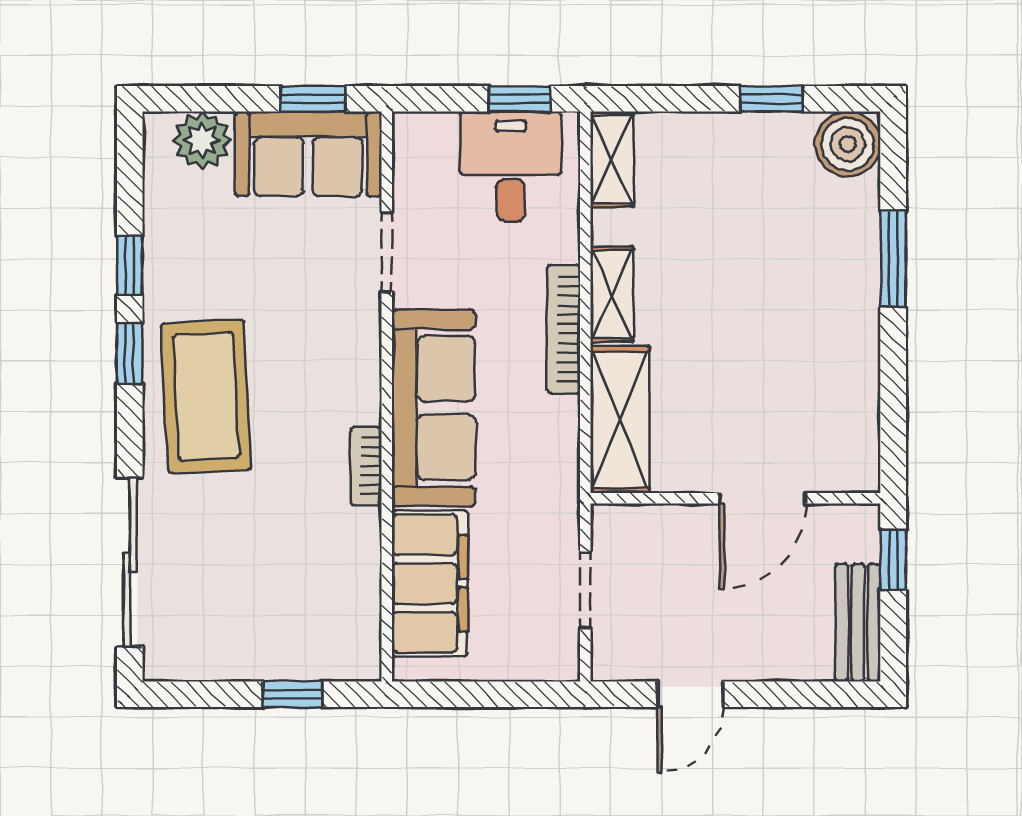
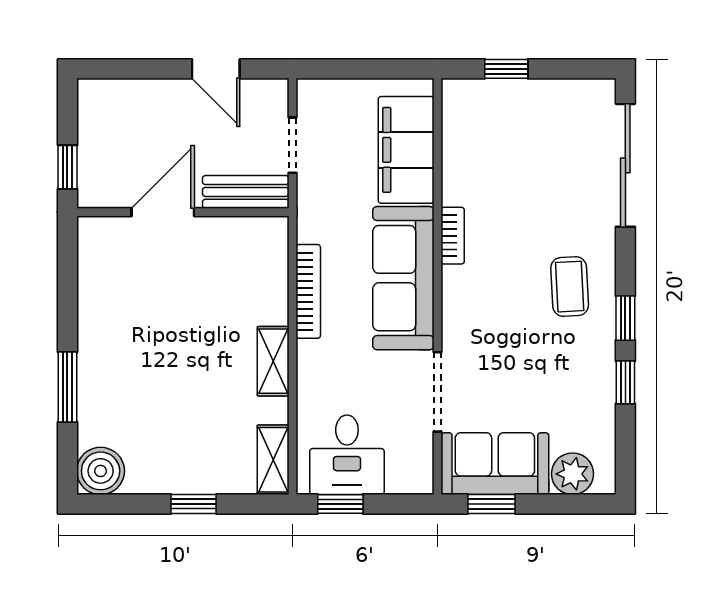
window: (771, 99) -> (194, 504), moved
doorway: (387, 252) -> (438, 392), width x1.38
bookcase: (564, 329) -> (308, 291), moved
coffee table: (206, 396) -> (570, 287), width x0.54, depth x0.58
shelving: (620, 420) -> (267, 270), removed
bench: (858, 623) -> (246, 192), moved, turned 90
door: (690, 694) -> (216, 69), swing flipped

